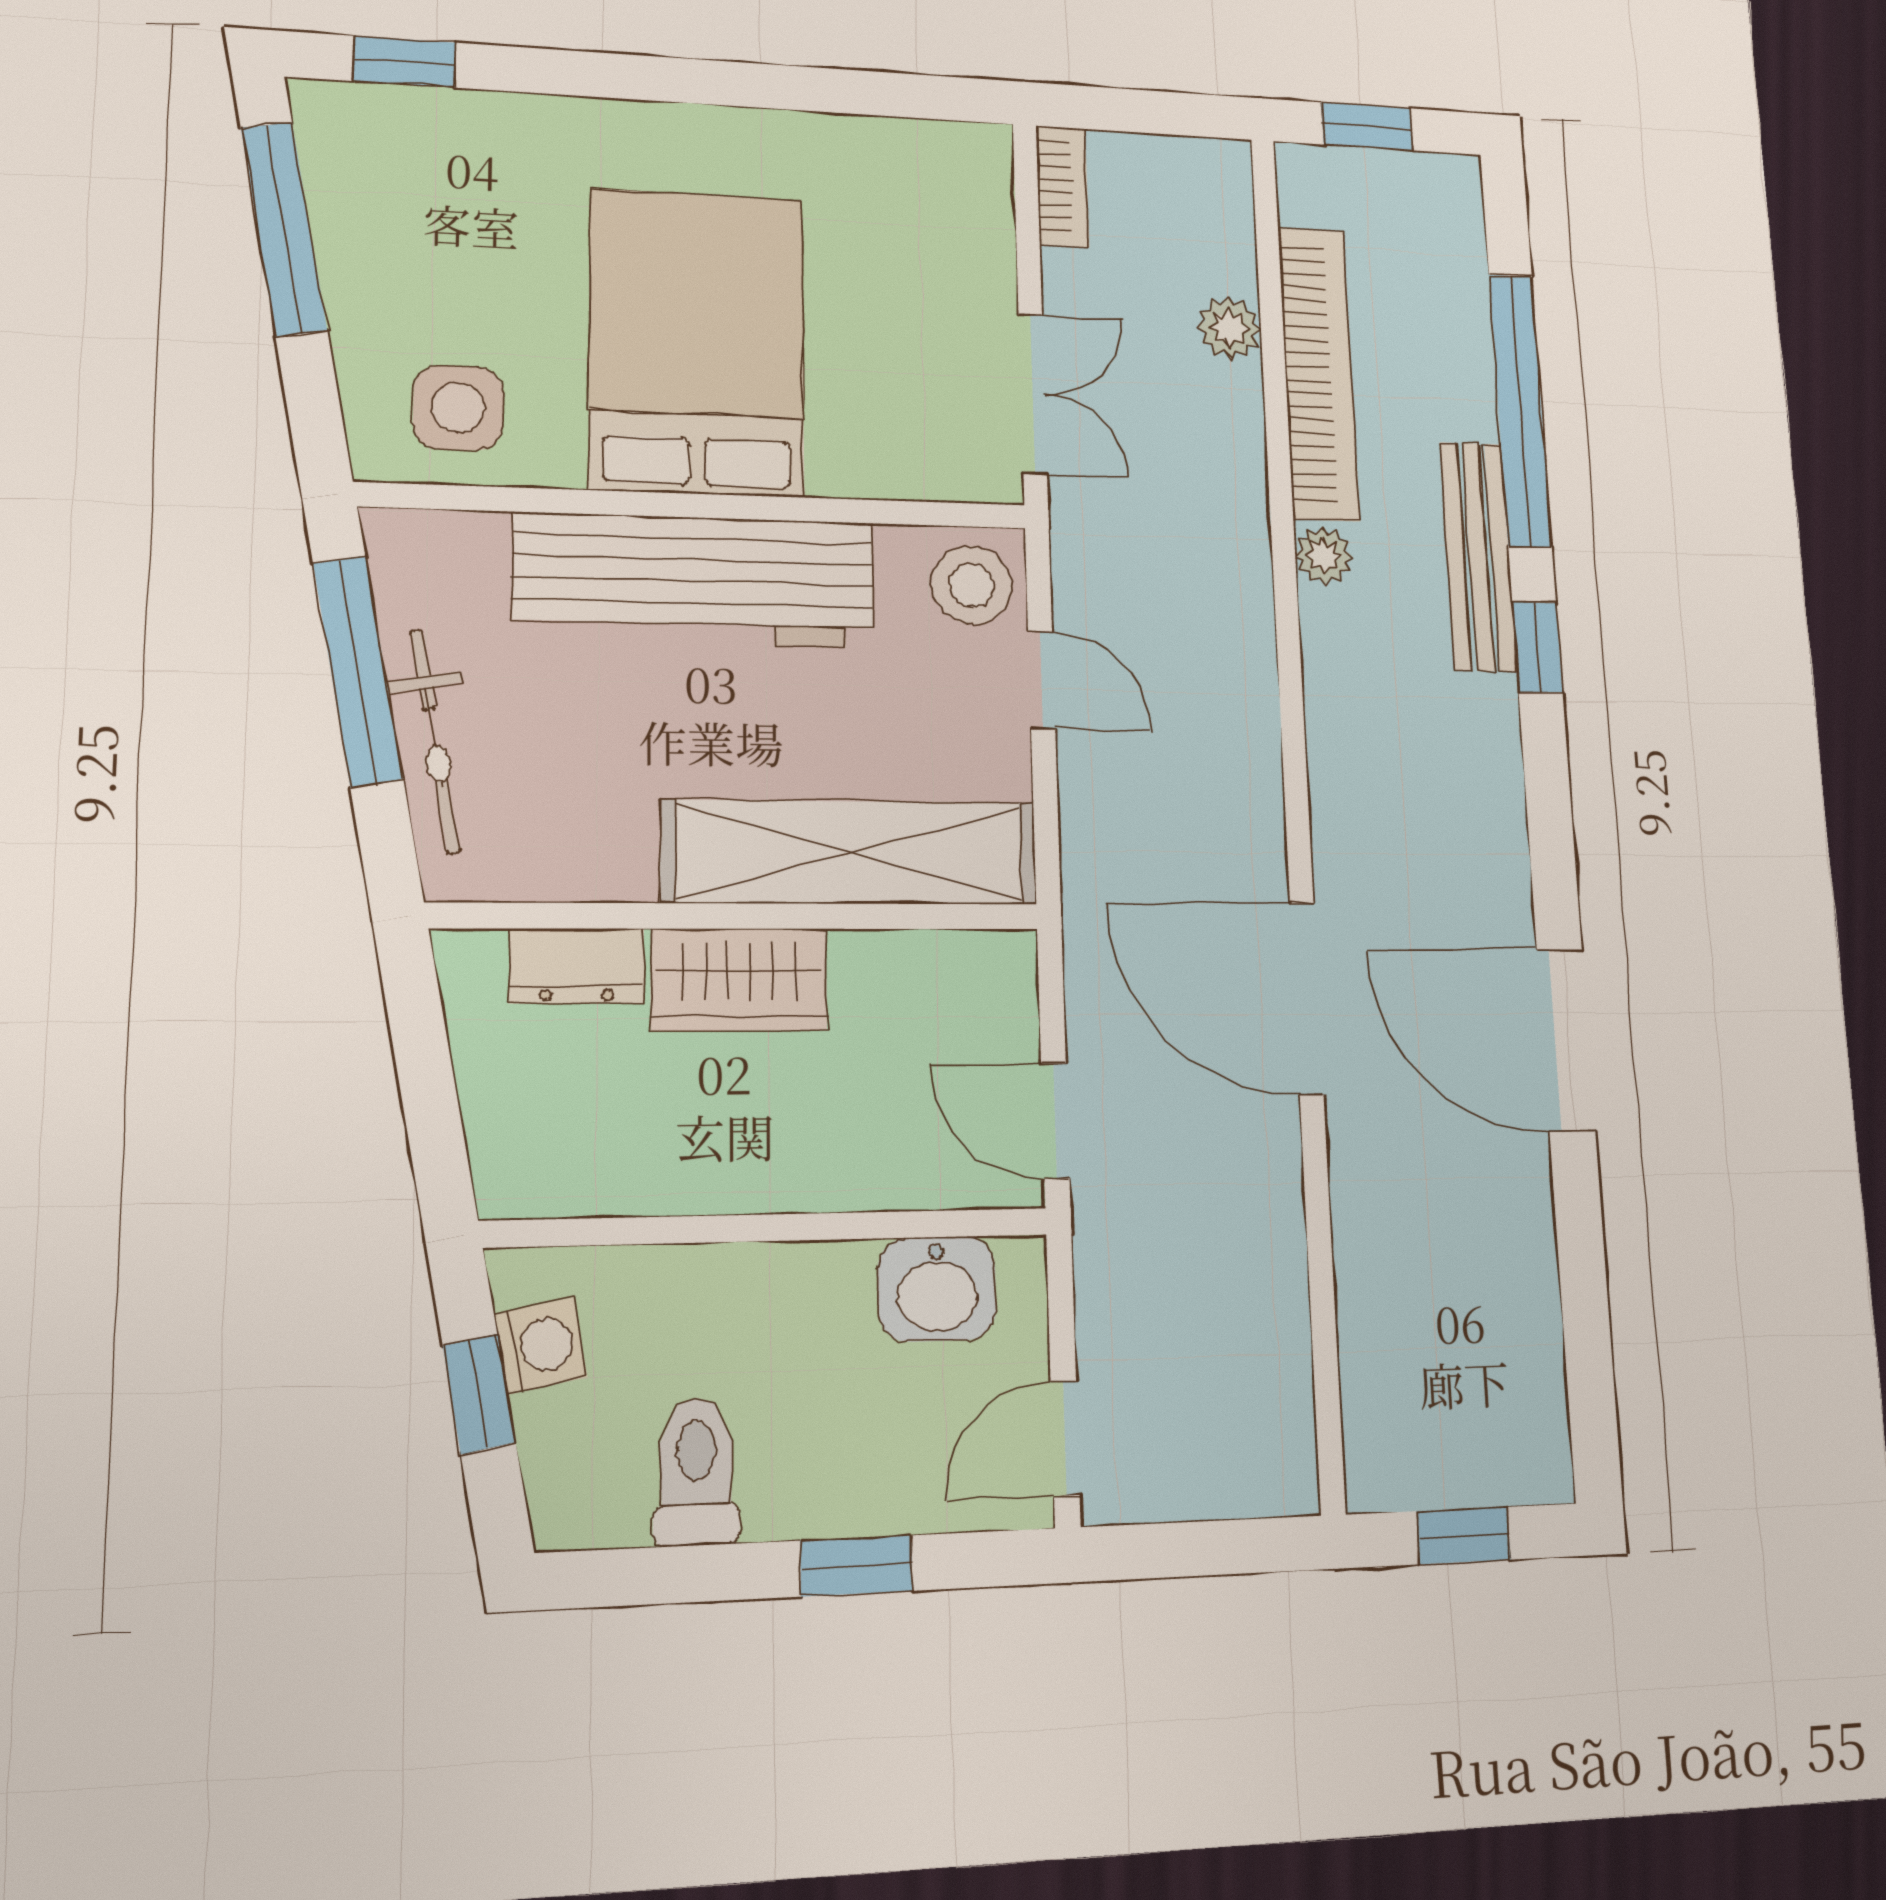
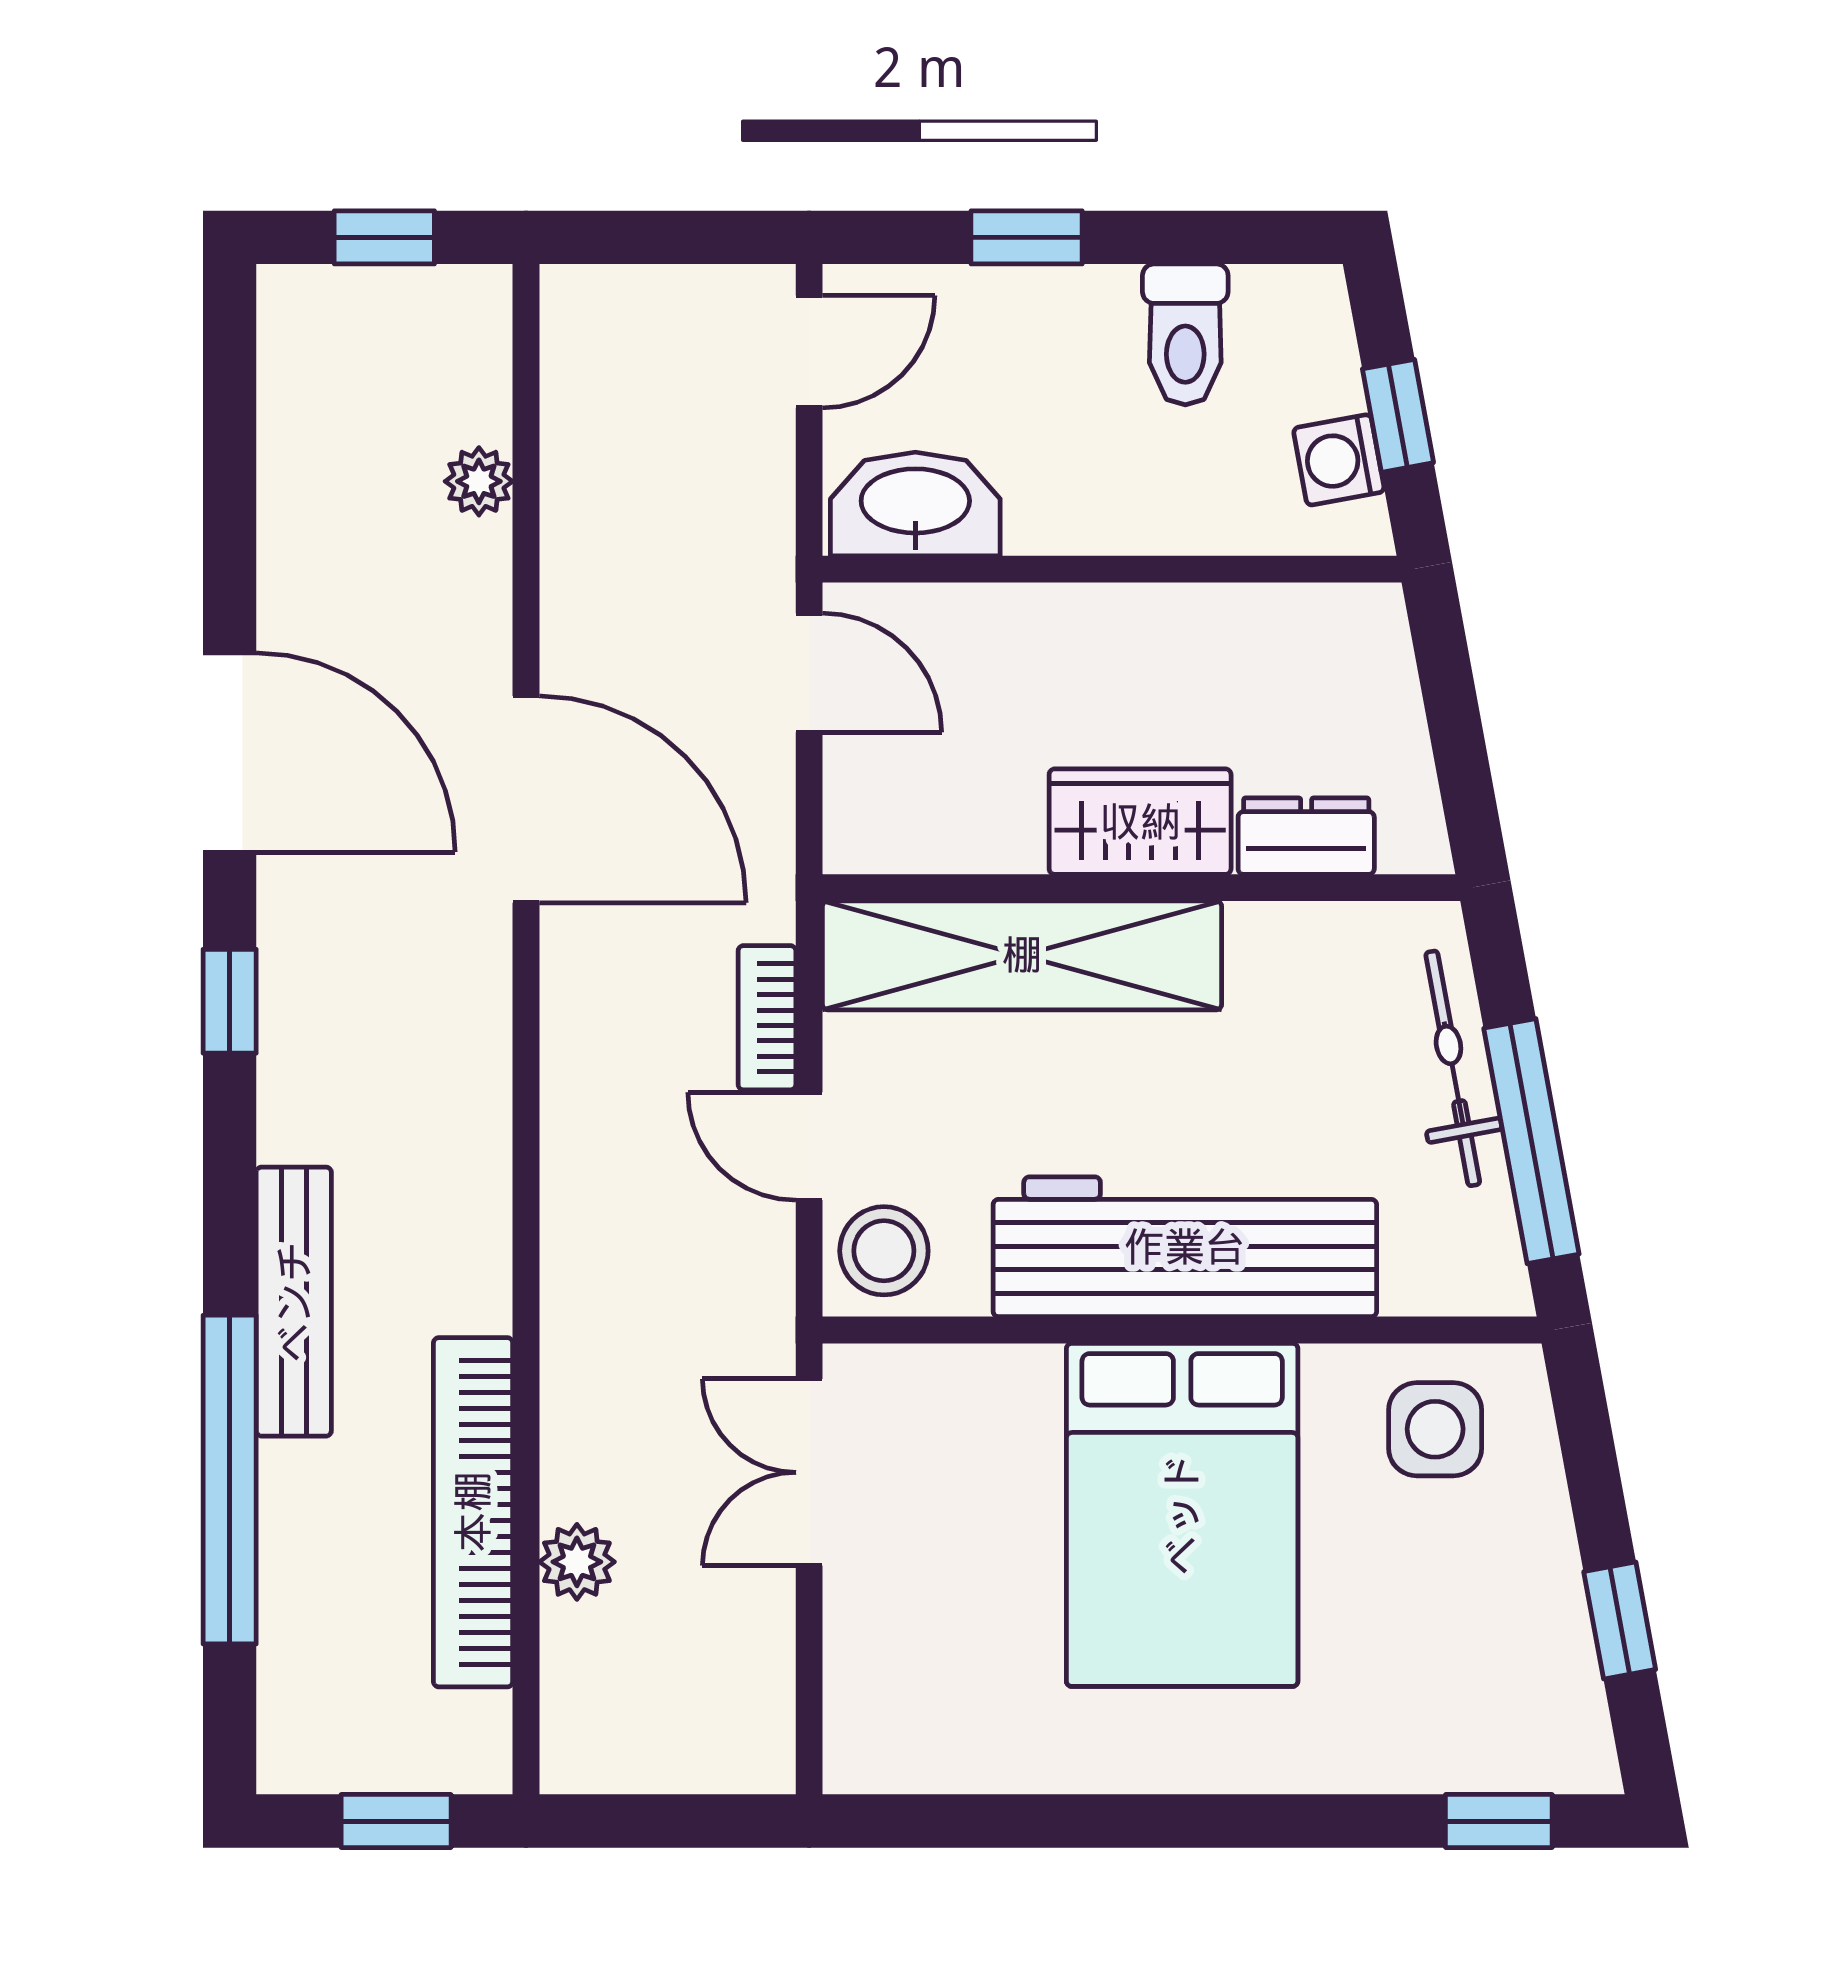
bookcase: (1062, 186) -> (767, 1018), moved
window: (284, 229) -> (1620, 1620), width x0.46
plant: (1324, 555) -> (479, 481), moved
window: (1537, 647) -> (230, 1001), moved
washbasin: (937, 1289) -> (915, 504), width x1.38

